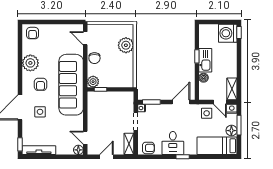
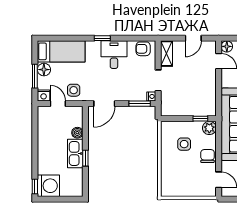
plant: (126, 45) -> (170, 171), removed
side table: (114, 68) -> (184, 144), added
shelving: (232, 89) -> (43, 119), removed

